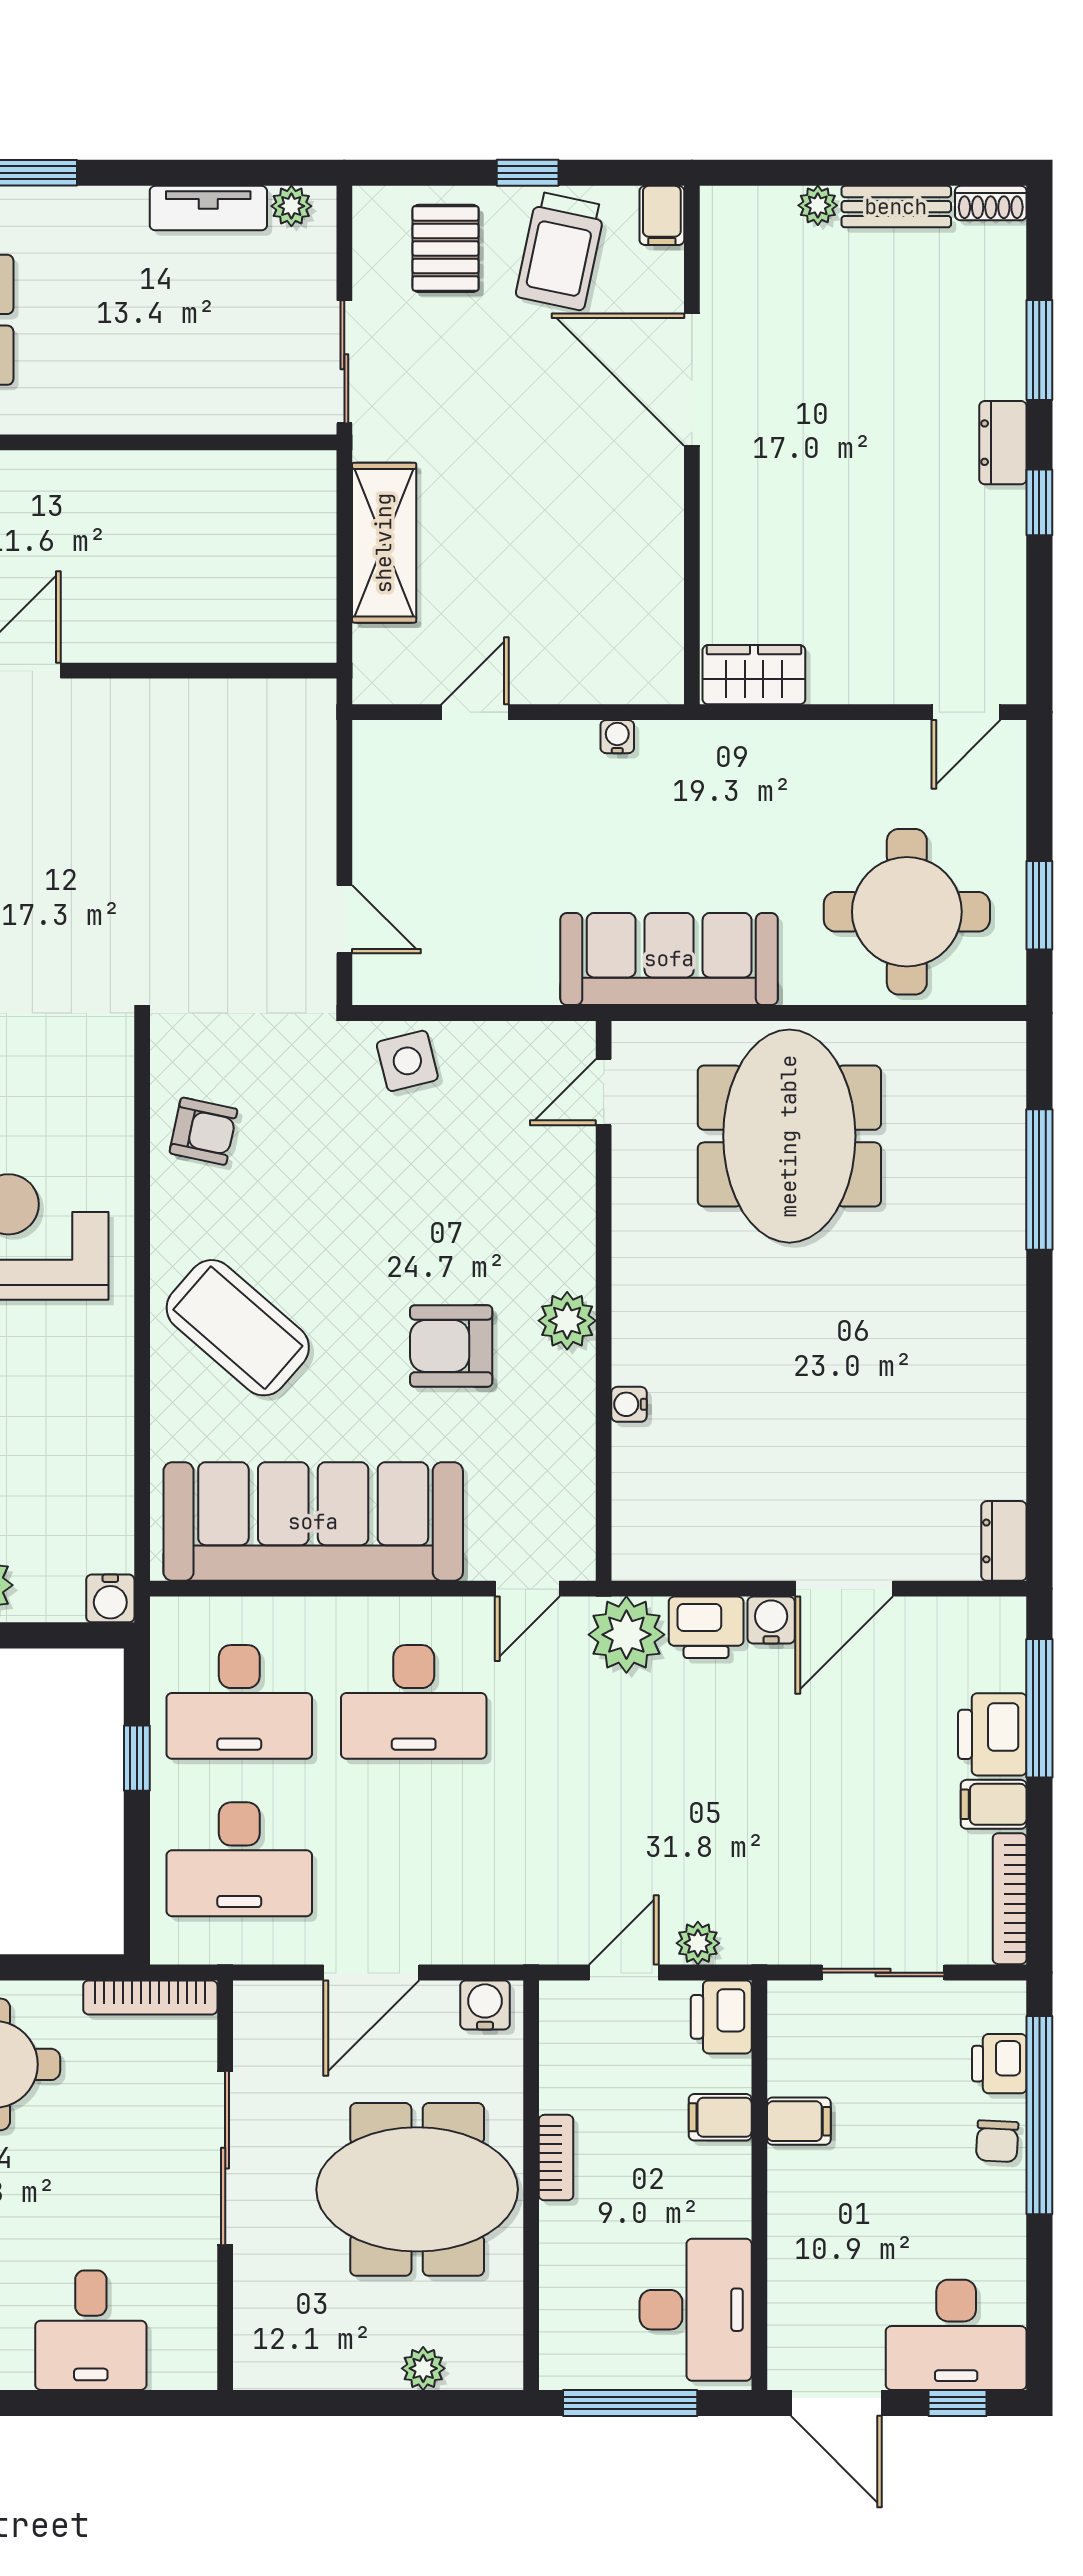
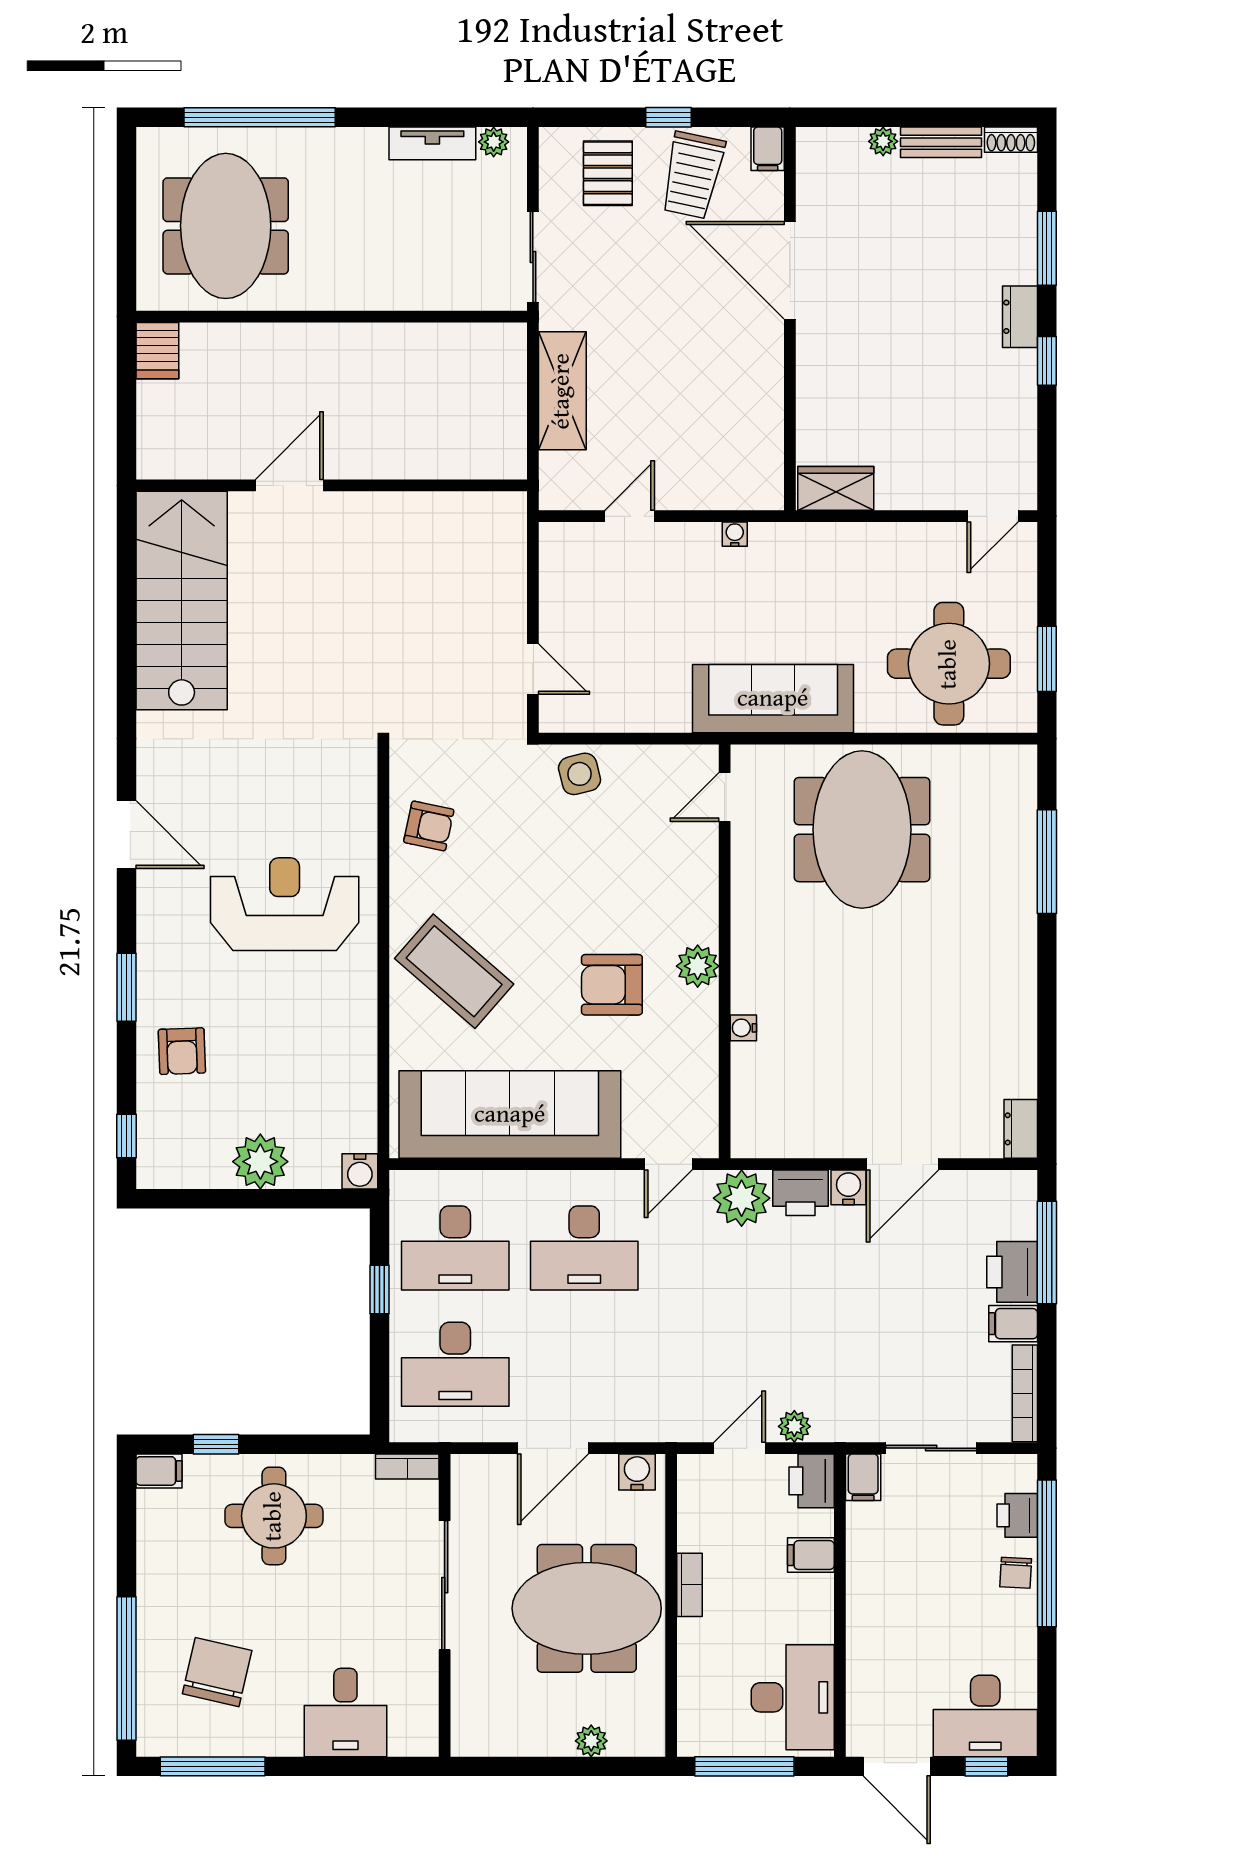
bookcase: (150, 1997) -> (407, 1466), width x0.64
filing cabinet: (799, 2121) -> (863, 1477), moved, turned 90

